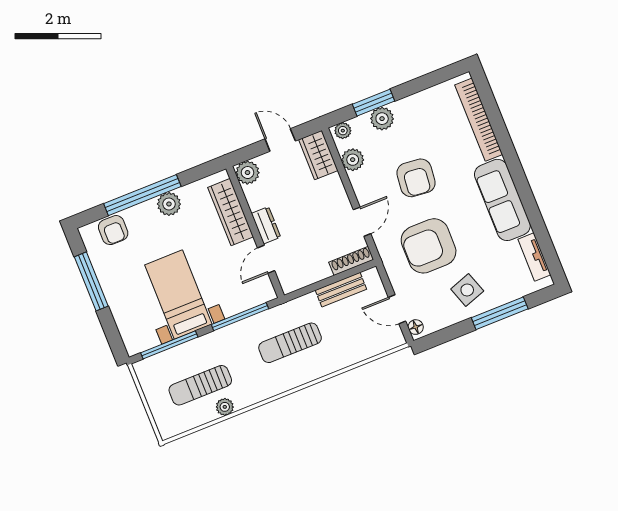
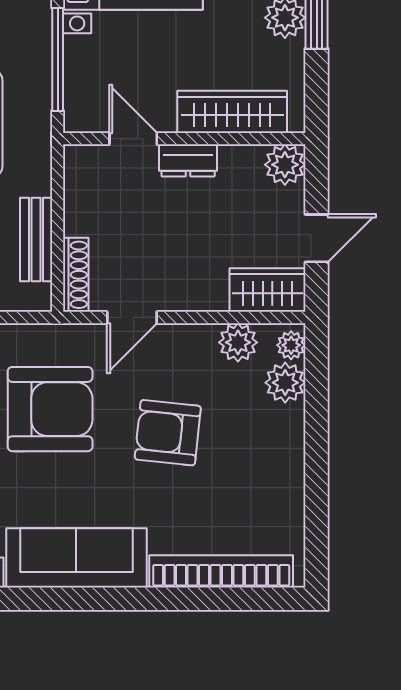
window: (373, 103) -> (317, 413), removed
plant: (382, 119) -> (285, 383), moved
door: (362, 222) -> (132, 317), hinge flipped
armchair: (429, 246) -> (50, 409), turned 90

